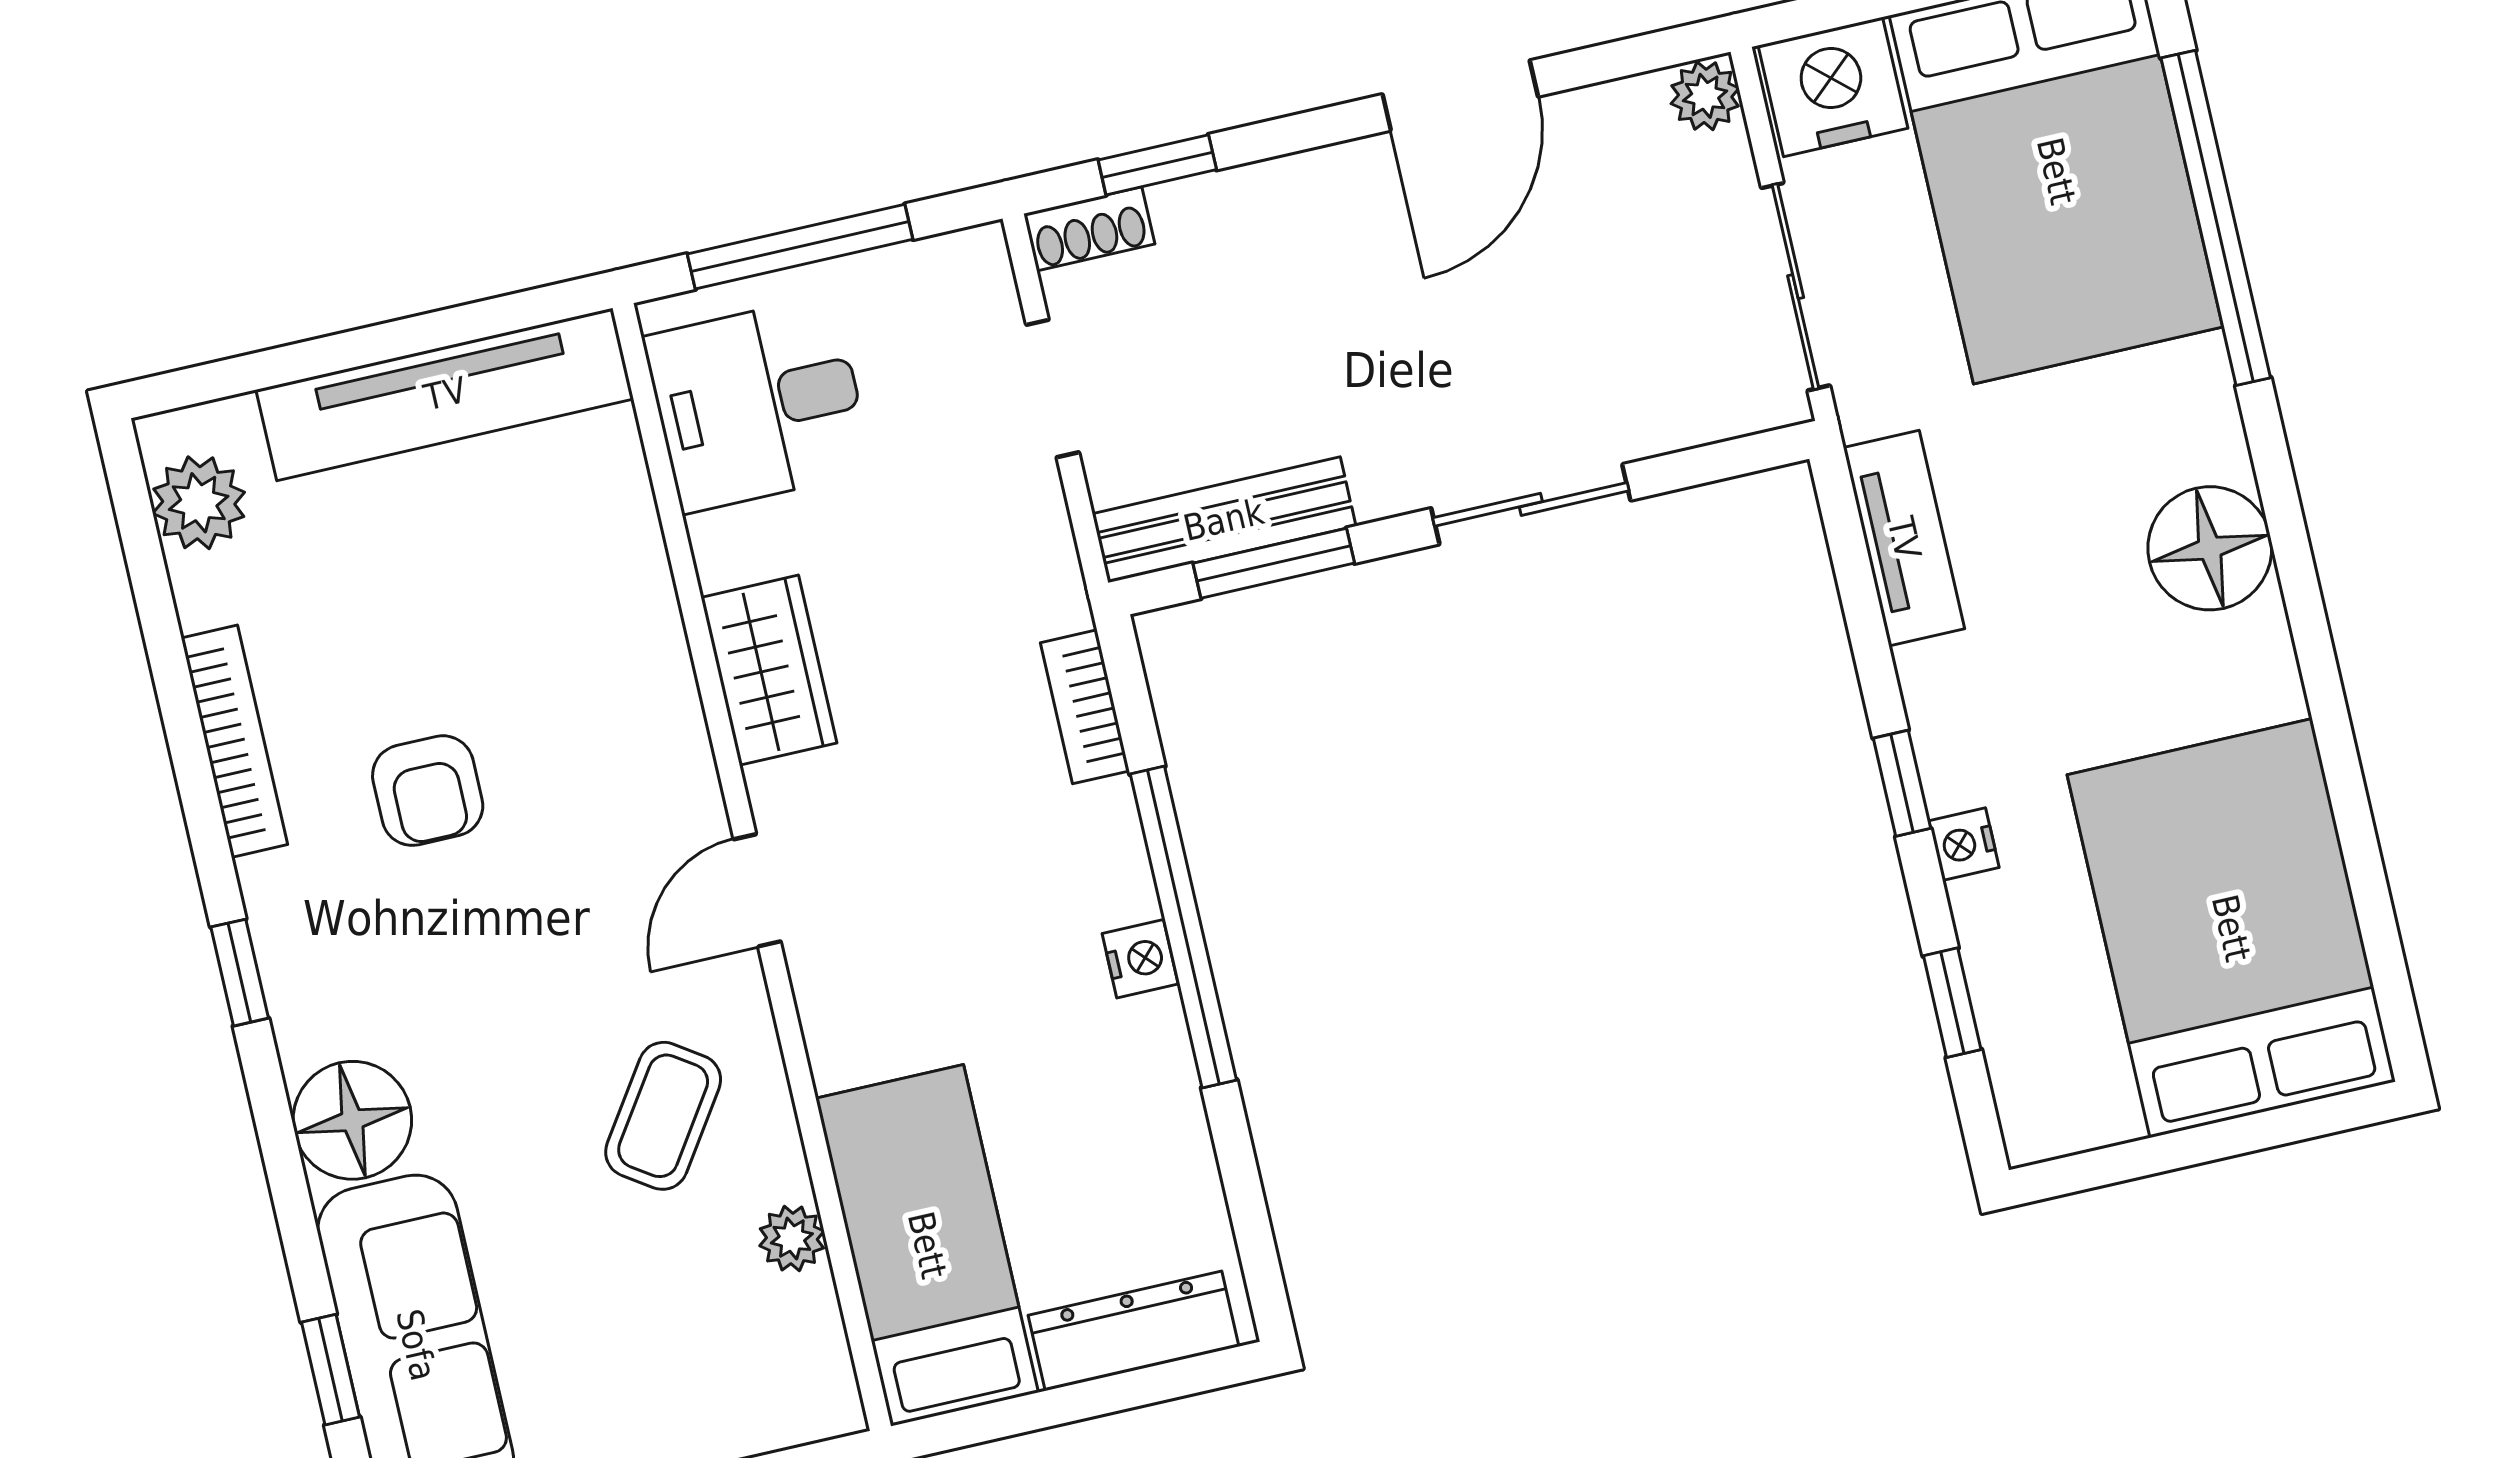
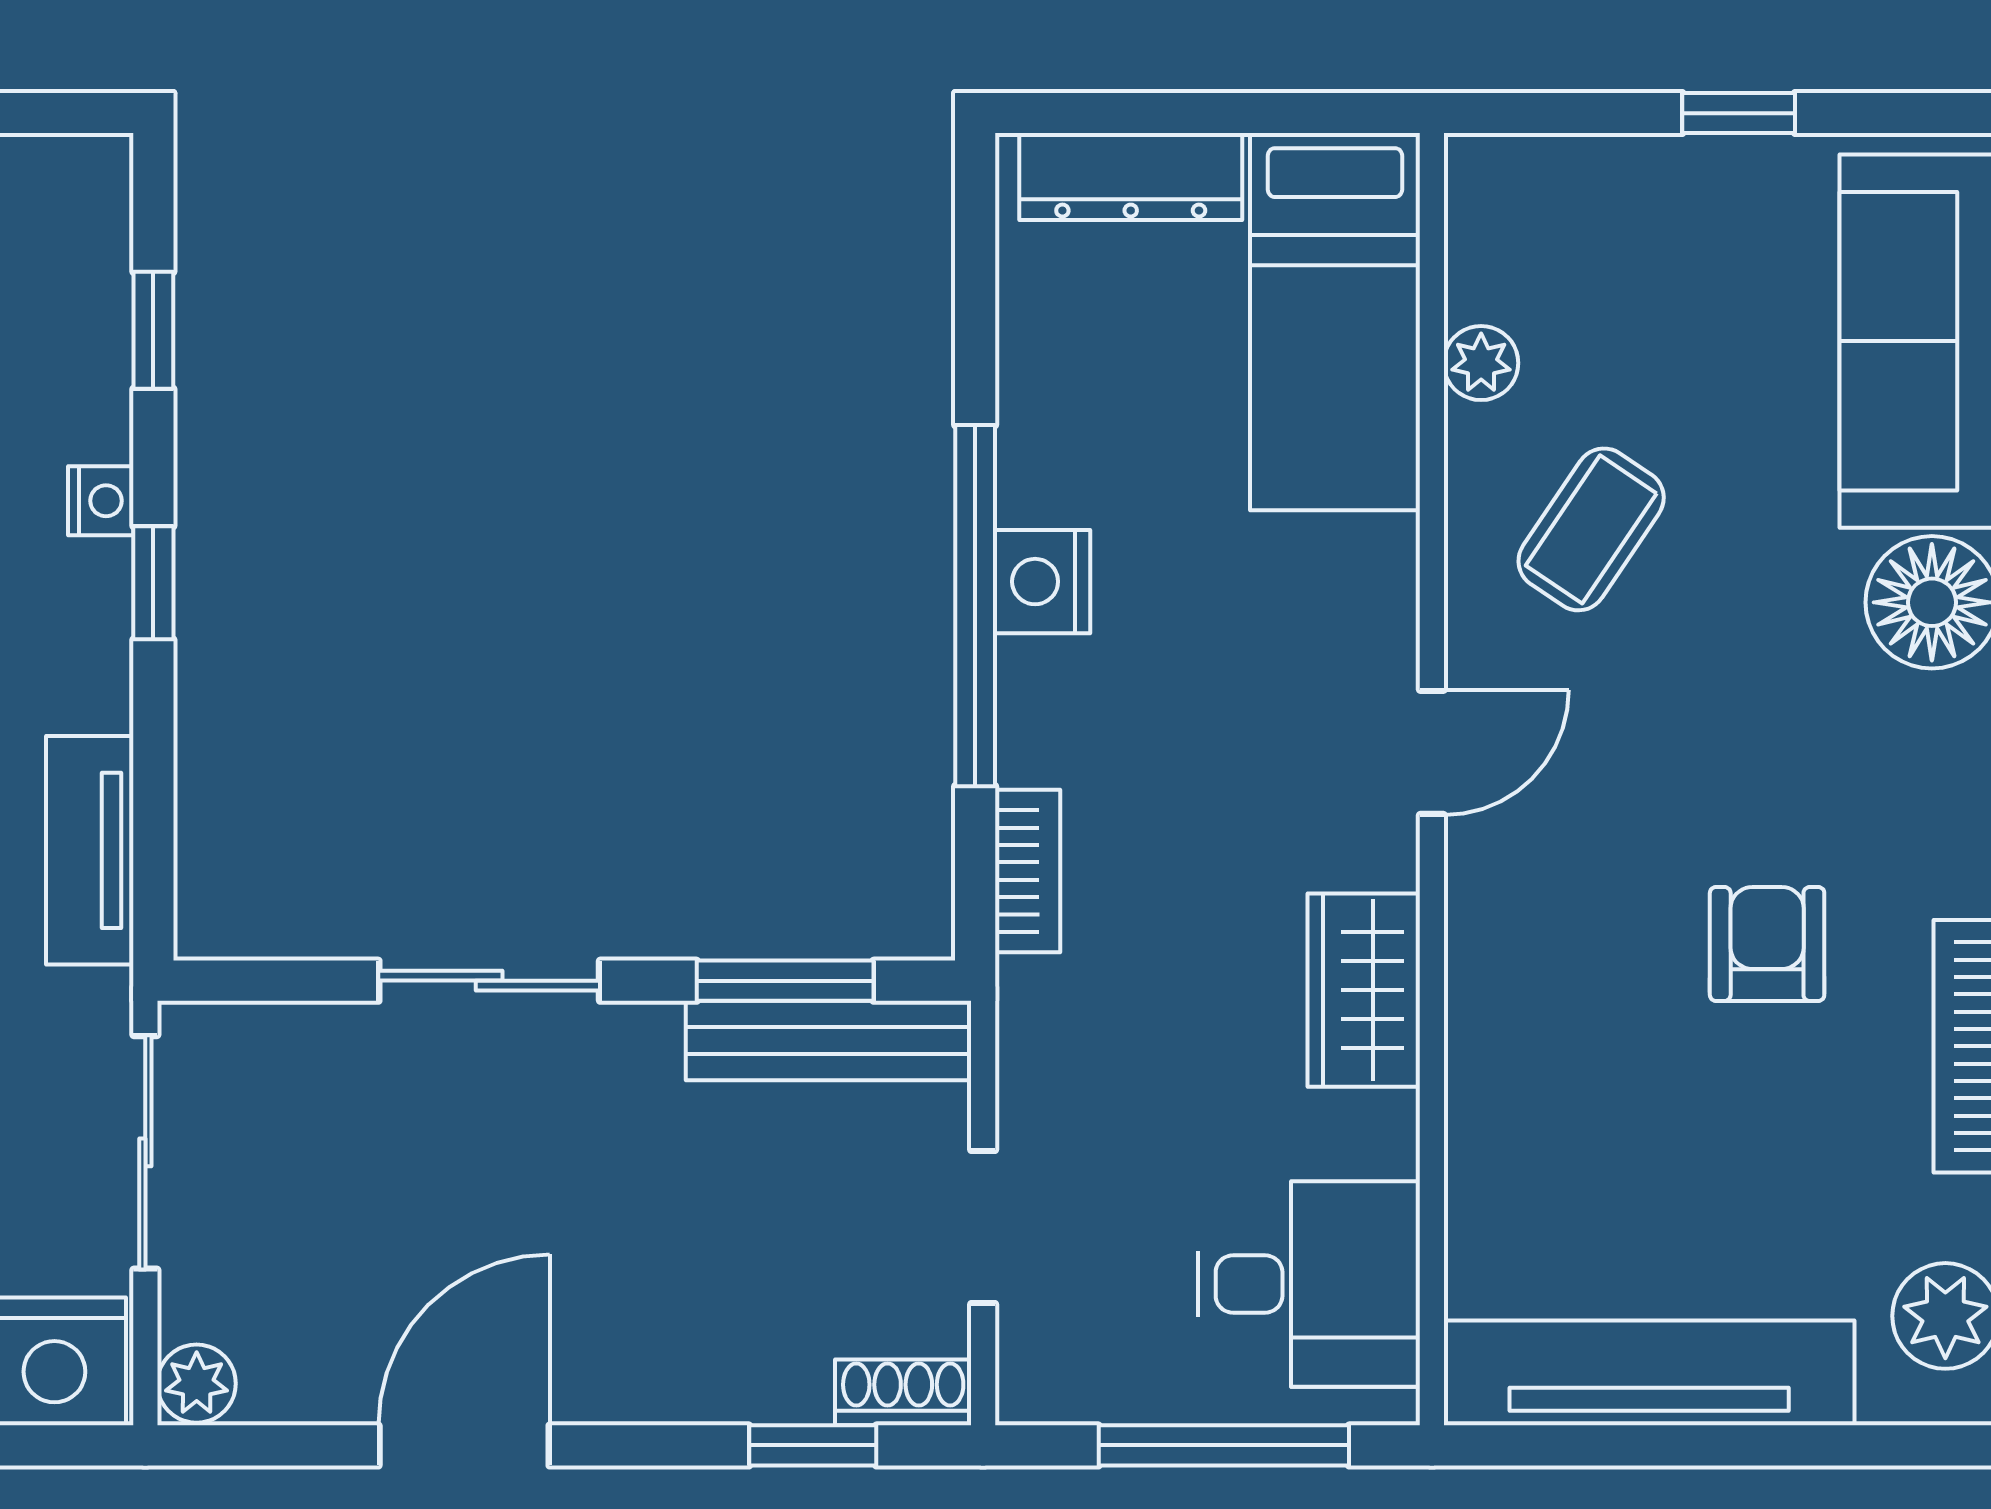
nightstand: (1140, 959) -> (1043, 582), width x1.39, depth x1.35

